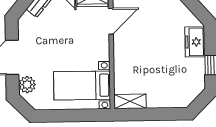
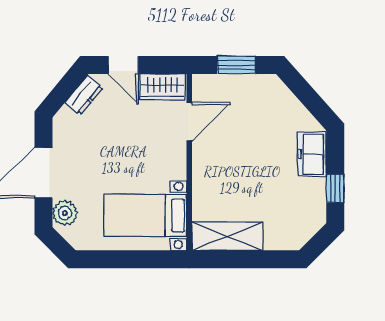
shelving: (130, 101) -> (227, 236), width x1.50, depth x1.33

